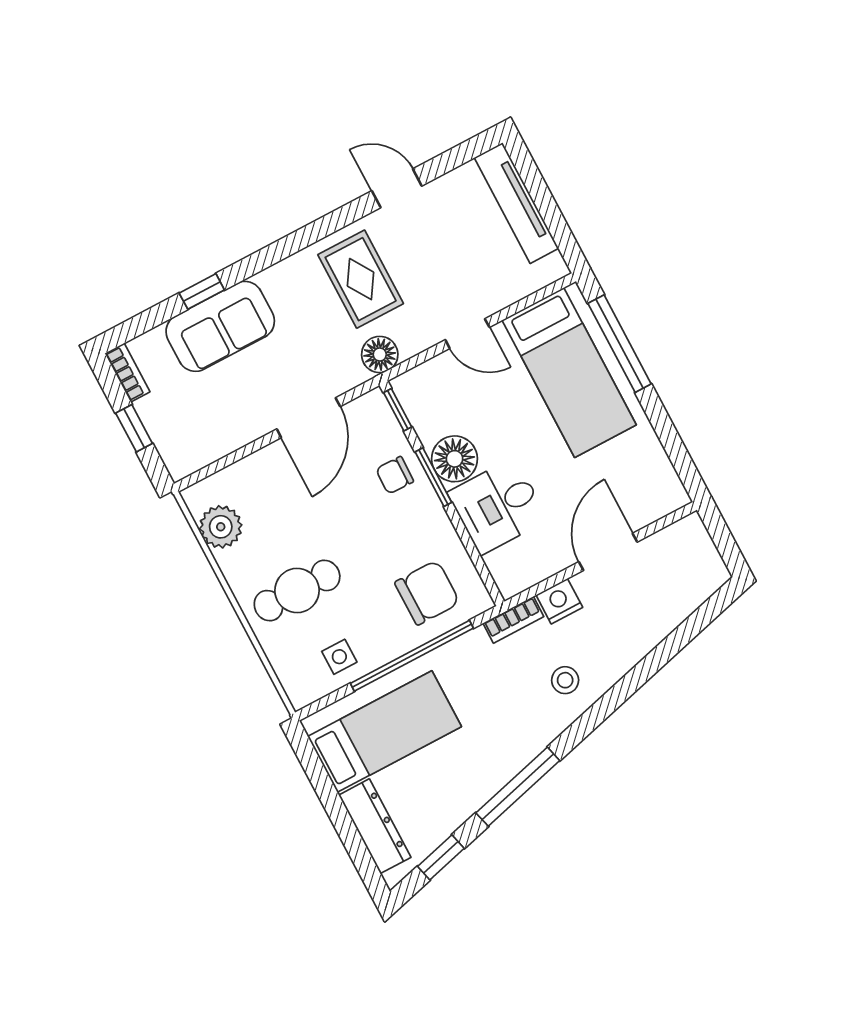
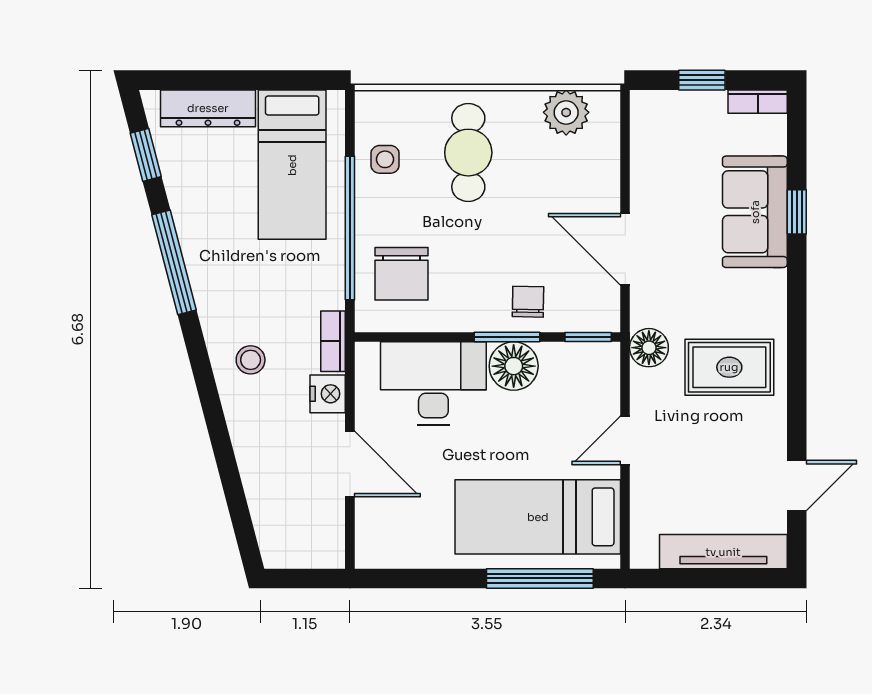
door: (397, 188) -> (797, 485), moved
desk: (498, 506) -> (433, 383), width x1.37

